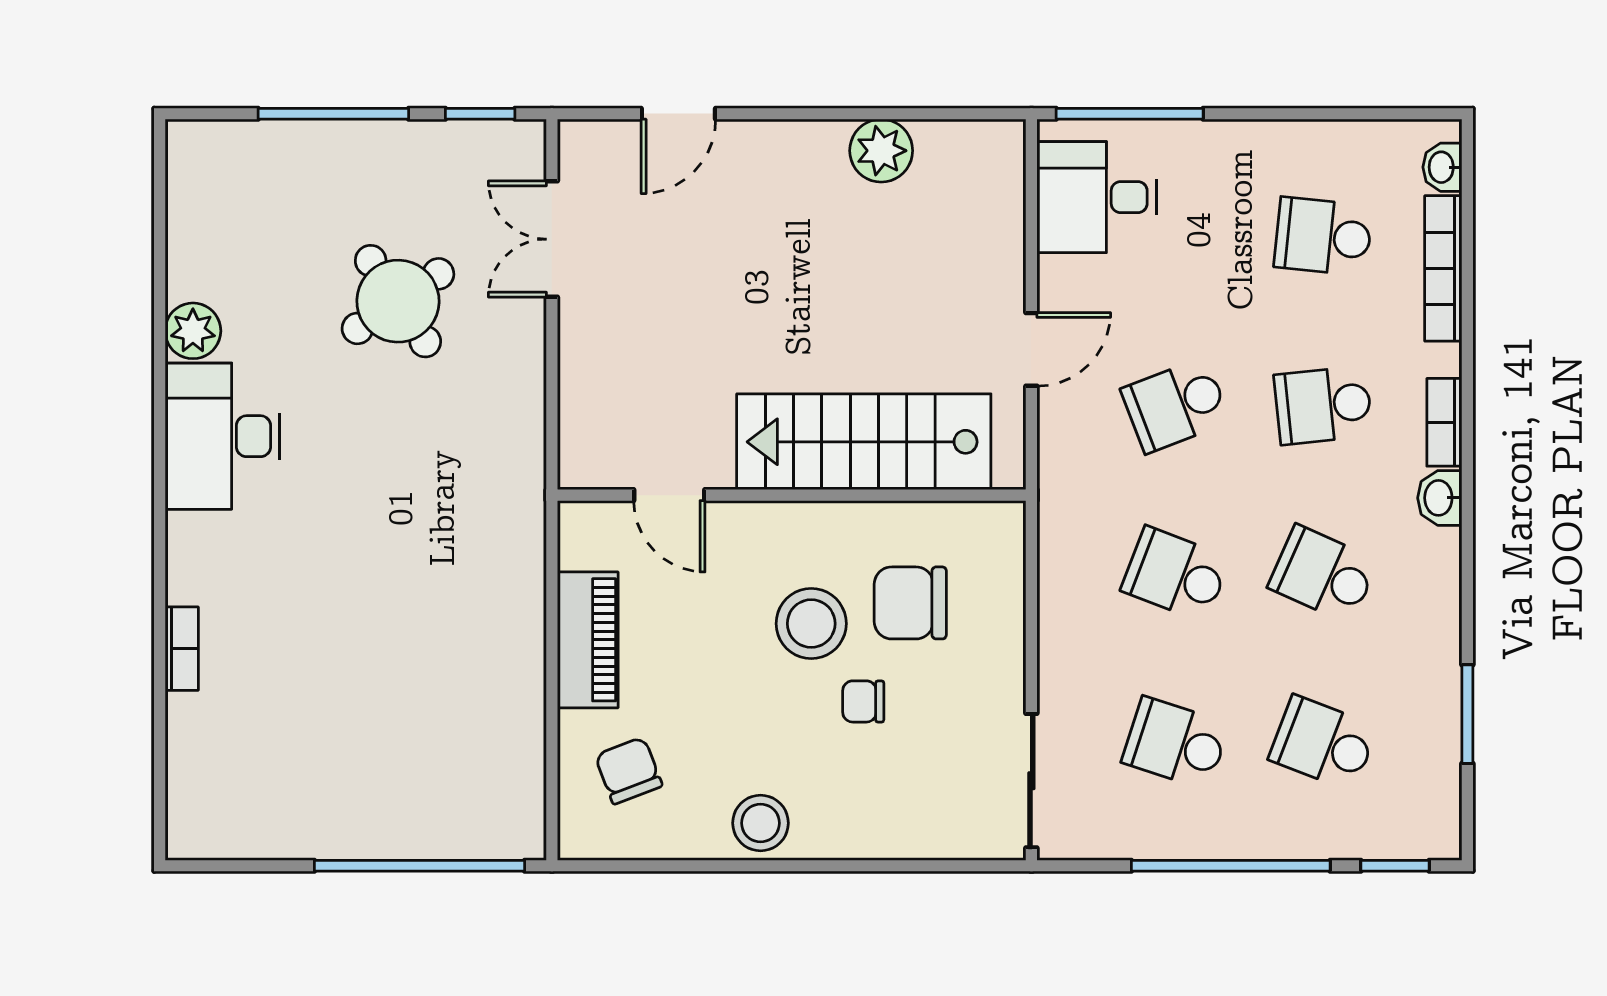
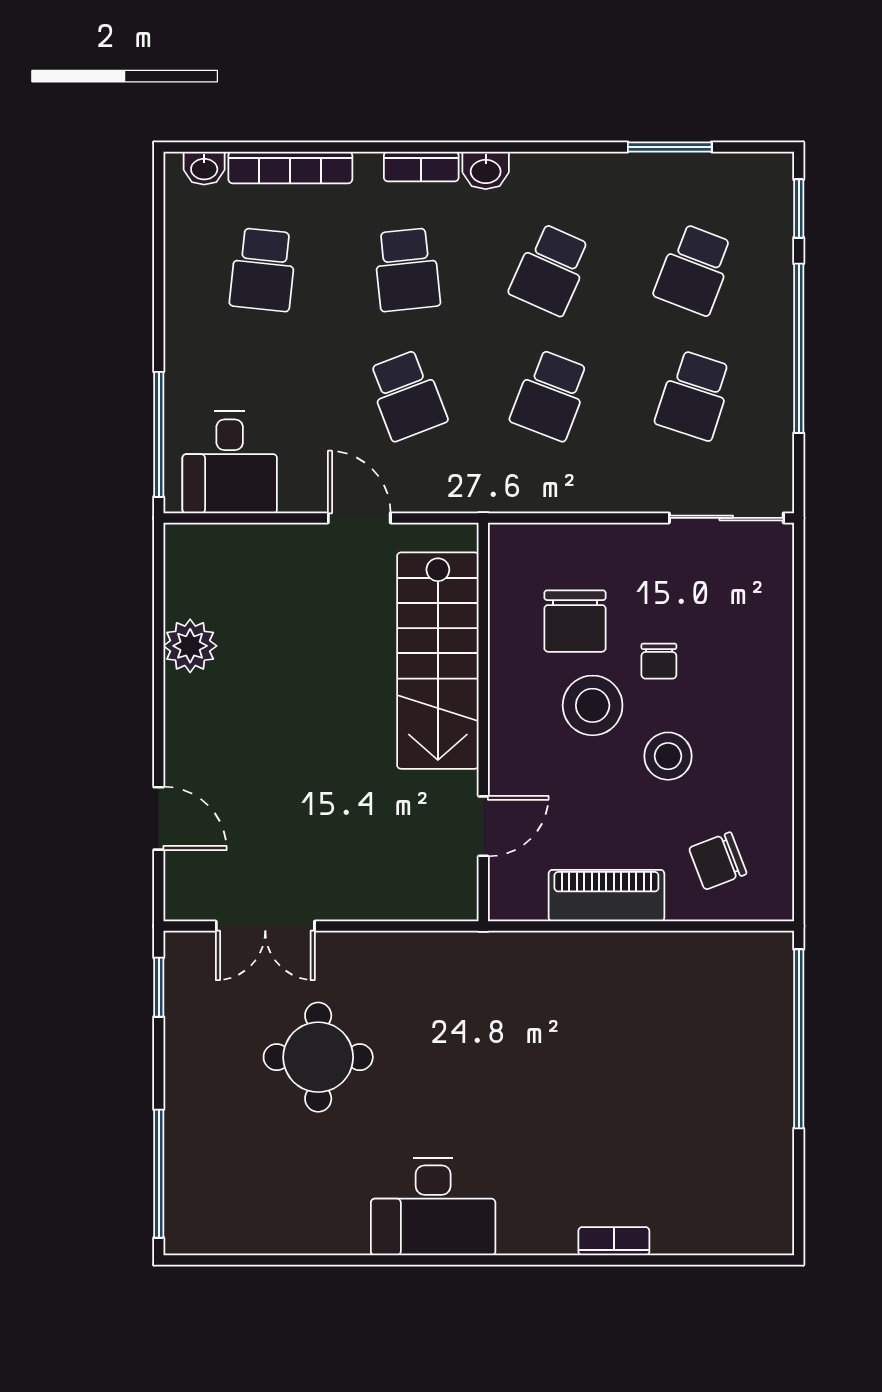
window: (333, 114) -> (159, 1174), moved
round table: (398, 301) -> (318, 1057), turned 34
plant: (193, 331) -> (343, 1232), removed
stool: (761, 823) -> (668, 756), moved

